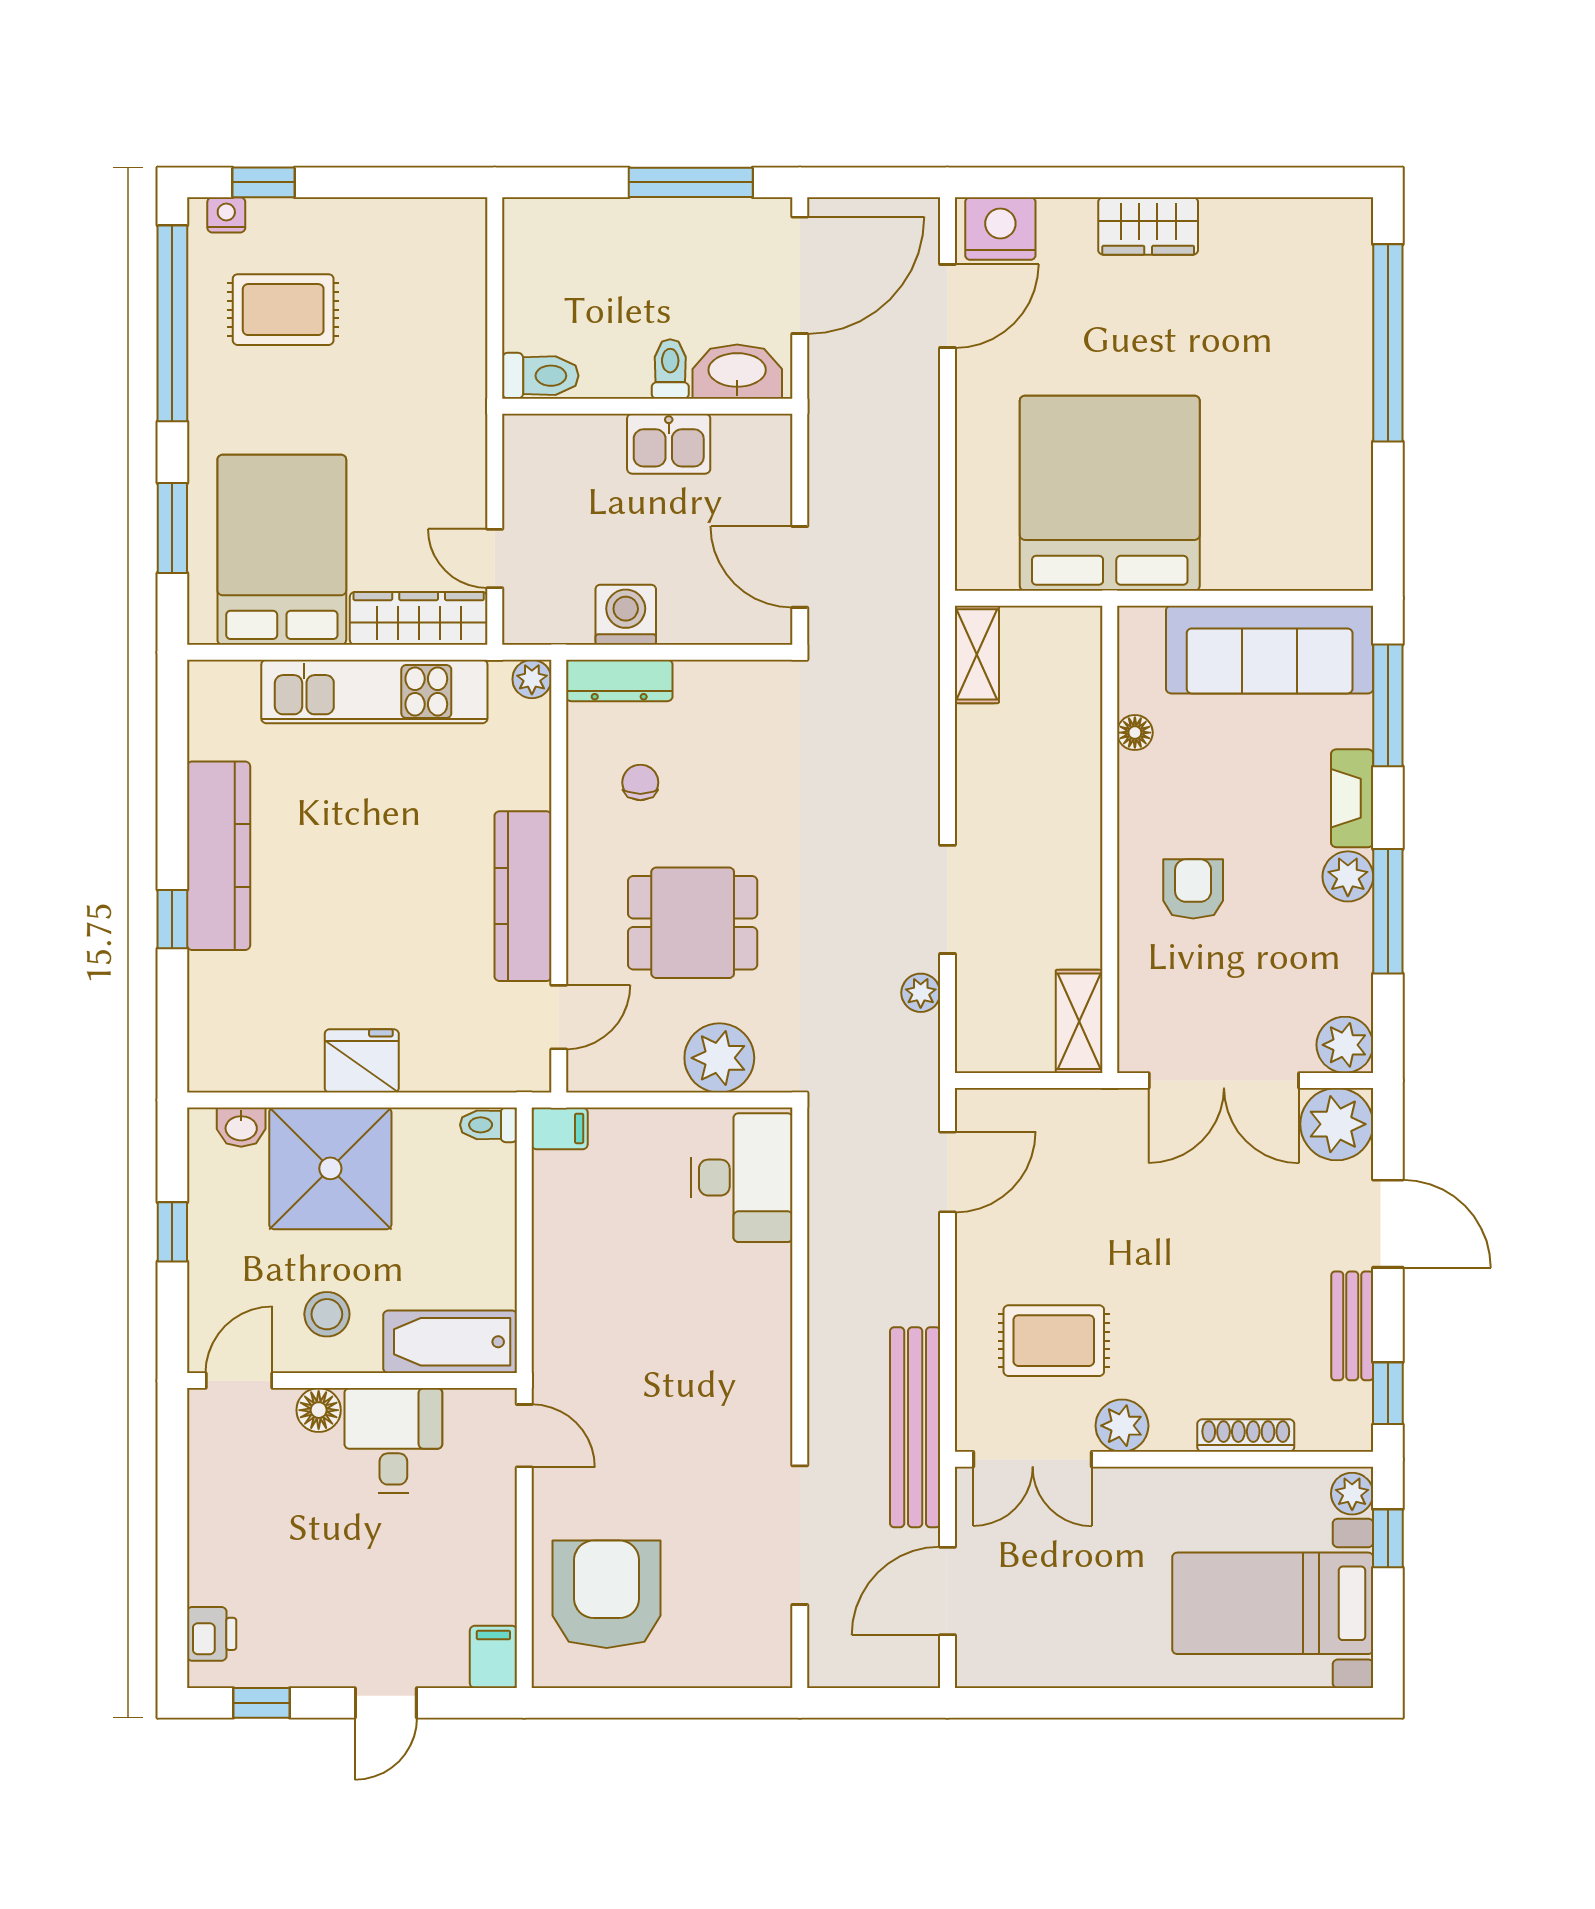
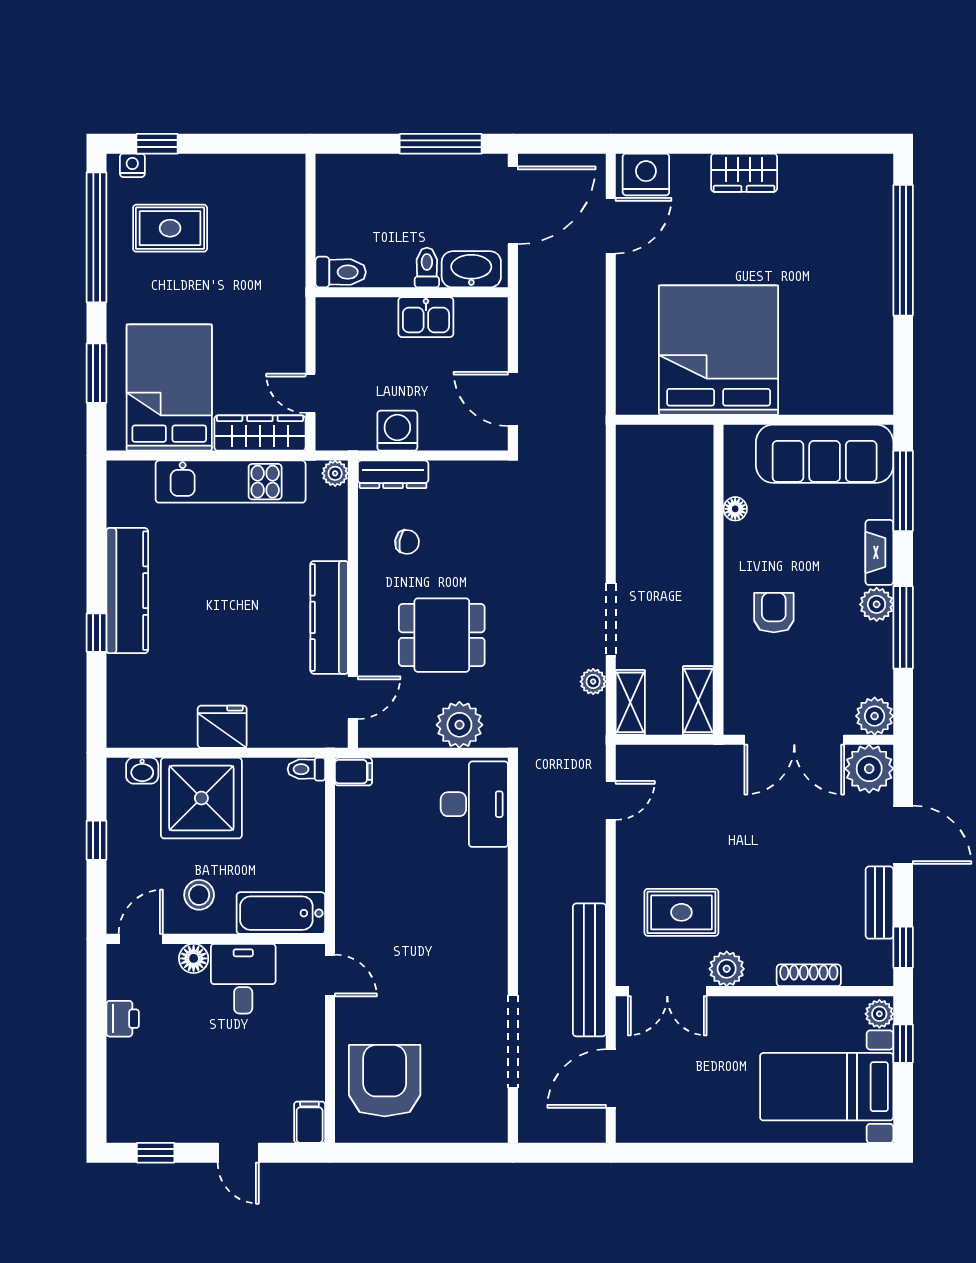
shelving: (977, 654) -> (630, 702), moved
chair: (640, 782) -> (407, 542), turned 100
door: (947, 1172) -> (611, 800), width x0.73
printer: (212, 1634) -> (123, 1019), moved
door: (386, 1703) -> (238, 1153), hinge flipped

